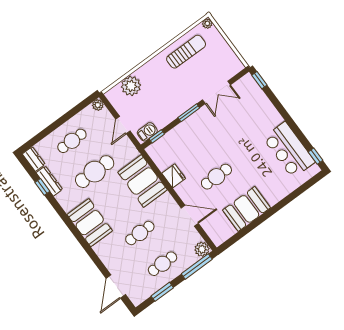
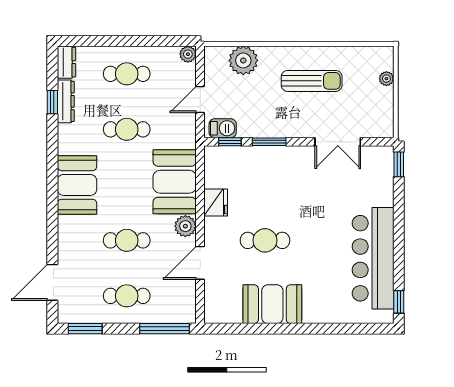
plant: (207, 24) -> (386, 79), moved
sun lounger: (186, 52) -> (312, 81), moved
window: (189, 113) -> (269, 142), moved
bar counter: (289, 150) -> (373, 258), width x1.36
cafe table: (95, 172) -> (127, 129), width x0.73, depth x0.74
door: (190, 216) -> (200, 263), swing flipped
plant: (202, 249) -> (185, 226), moved
window: (162, 292) -> (85, 329), moved

